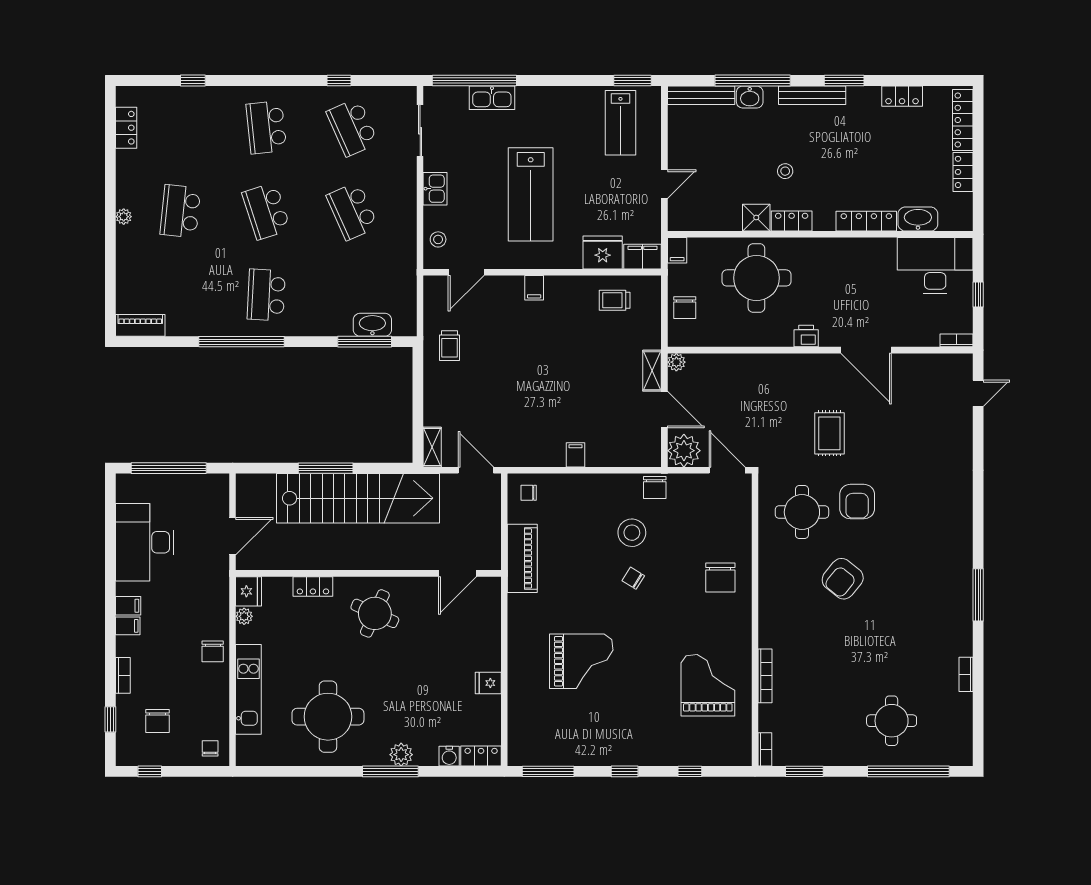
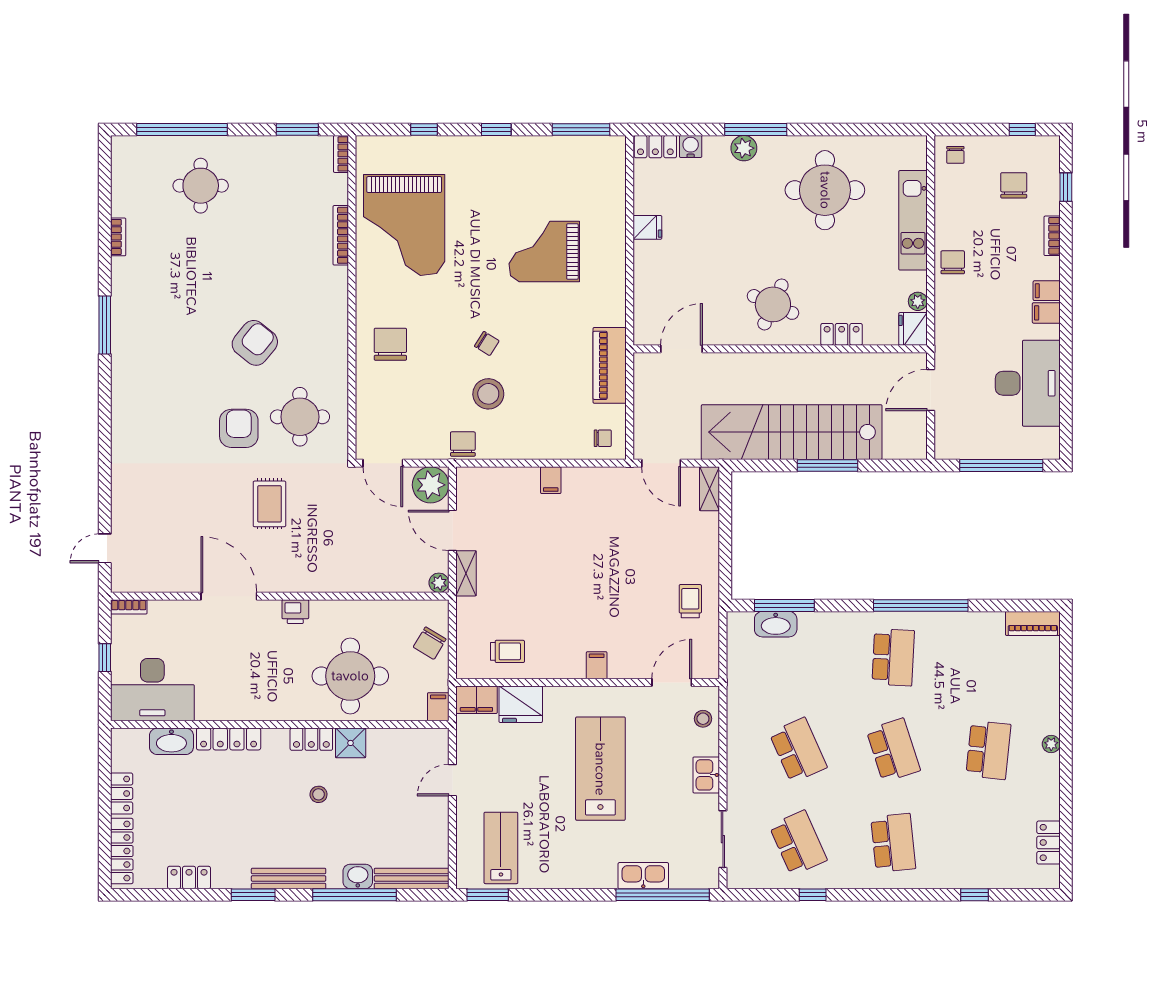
chair: (685, 308) -> (430, 643), turned -149
grand piano: (708, 685) -> (404, 225), width x1.37, depth x1.48

